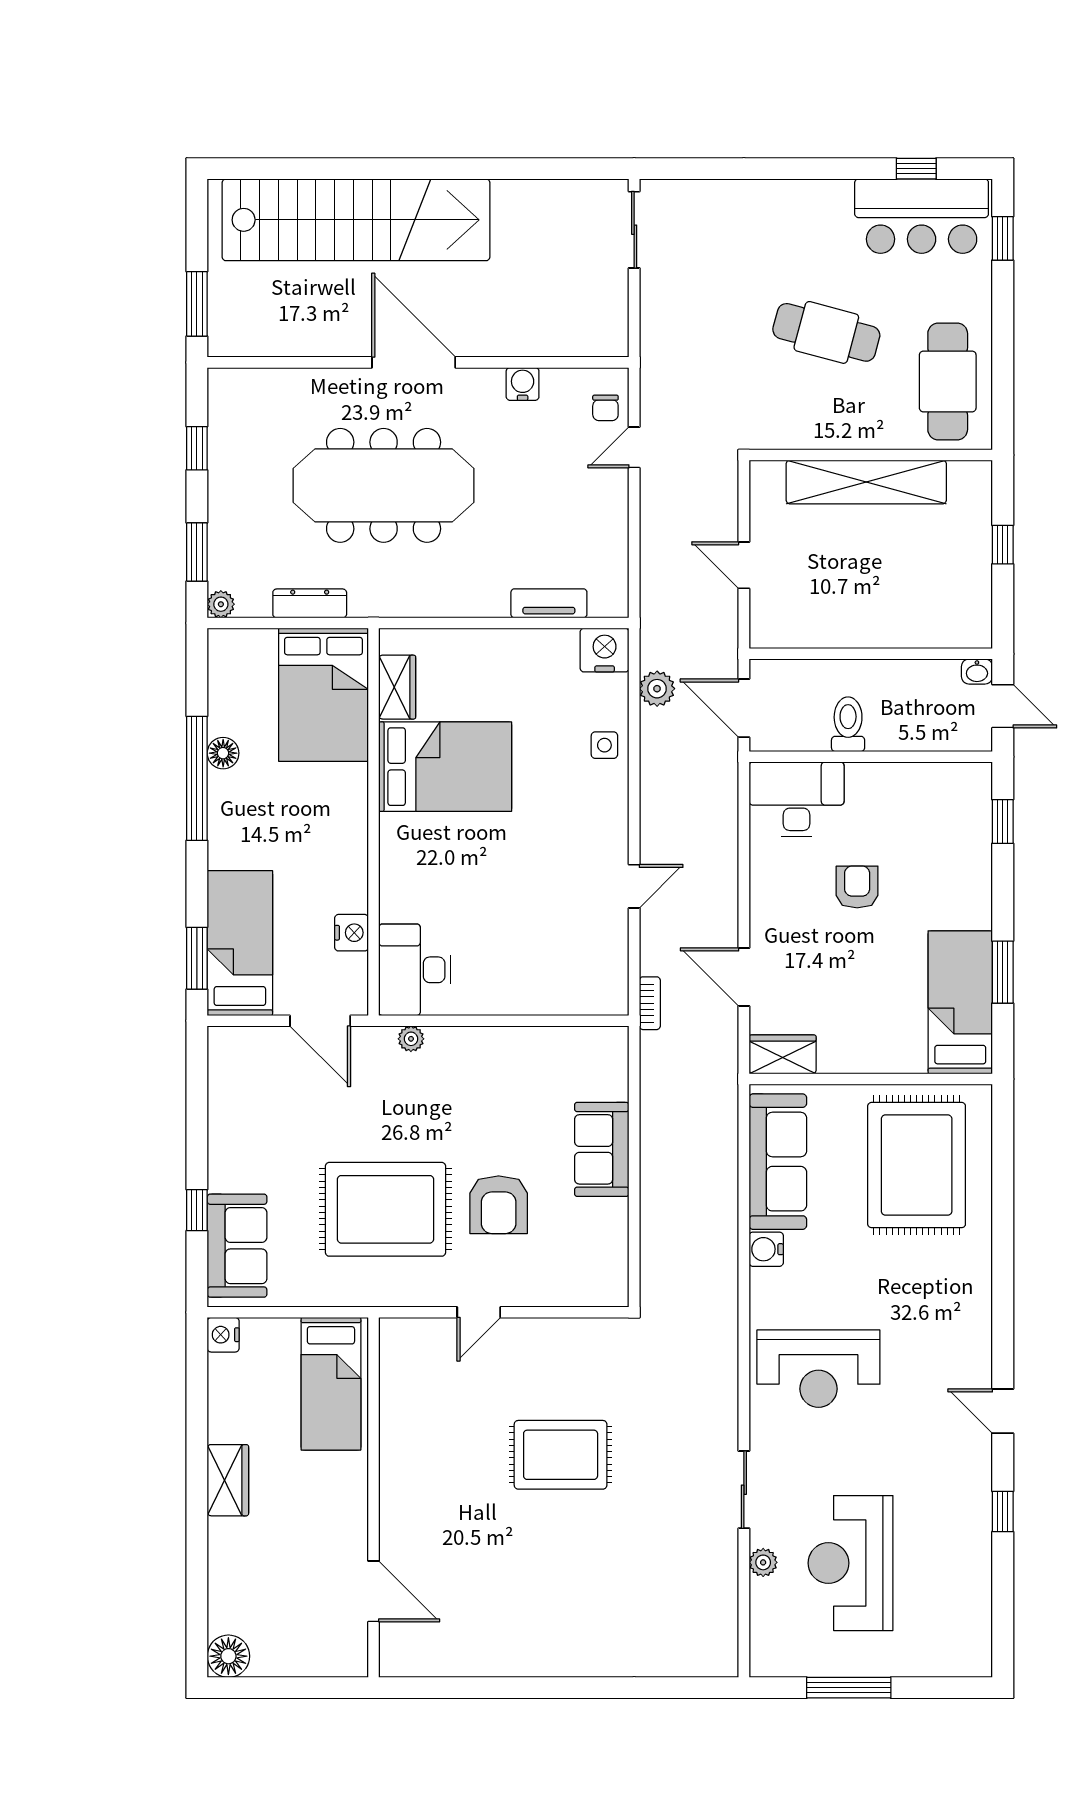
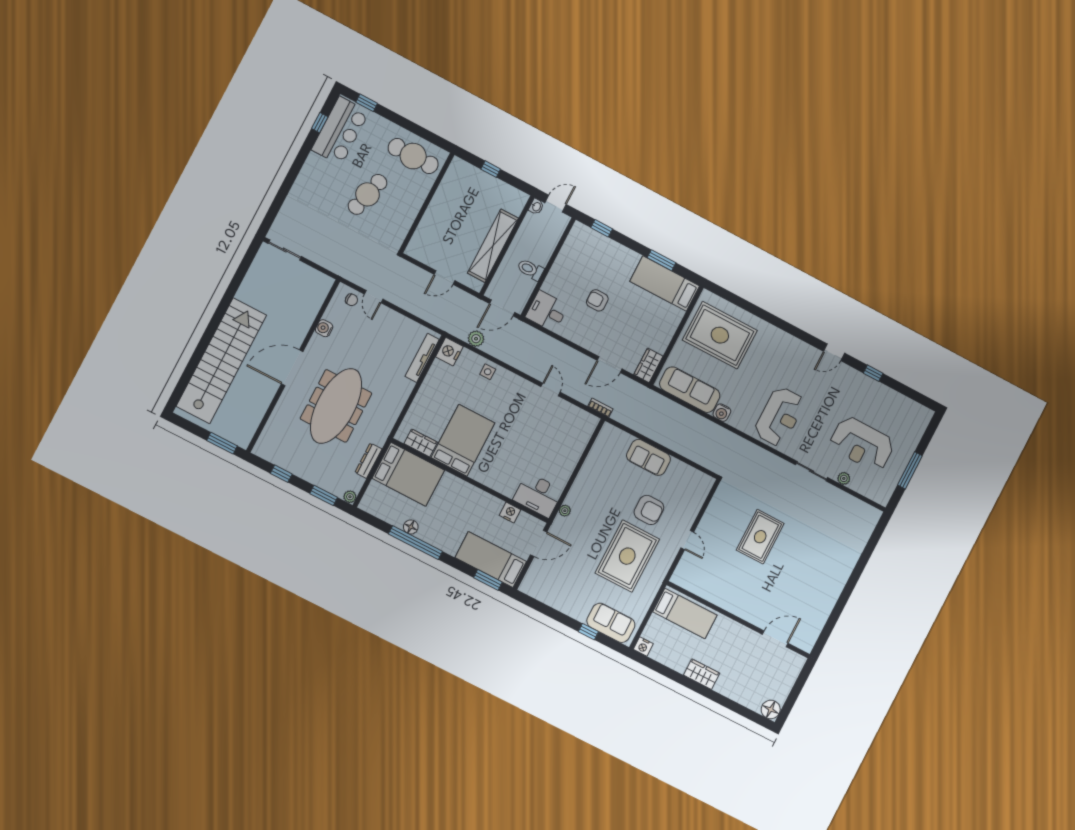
shelving: (866, 482) -> (493, 246), moved
tv unit: (549, 603) -> (422, 358), width x1.41
desk: (797, 799) -> (547, 311), width x0.73

